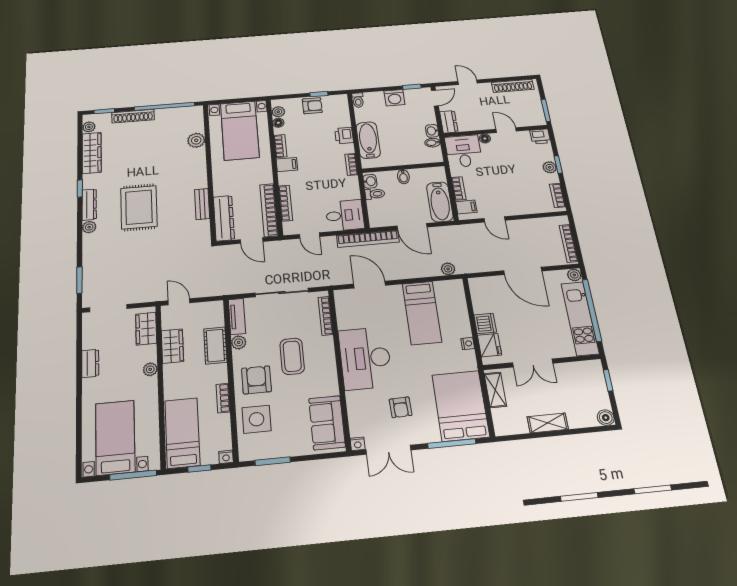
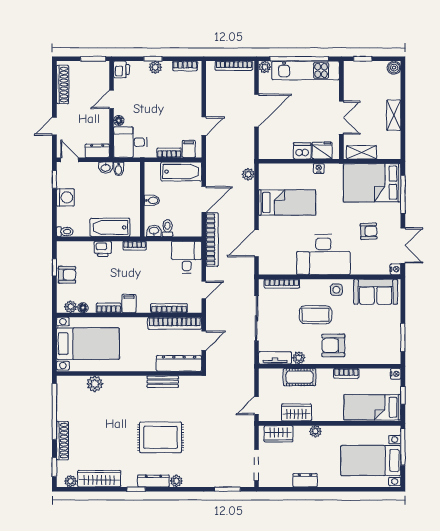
armchair: (312, 106) -> (67, 275), turned 90
side table: (257, 419) -> (336, 290), moved, width x0.54, depth x0.54

